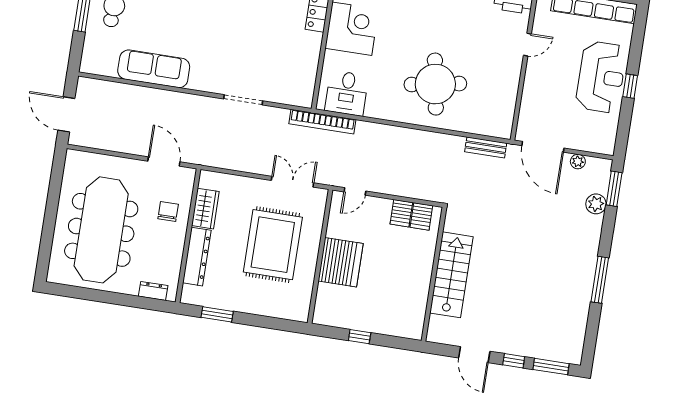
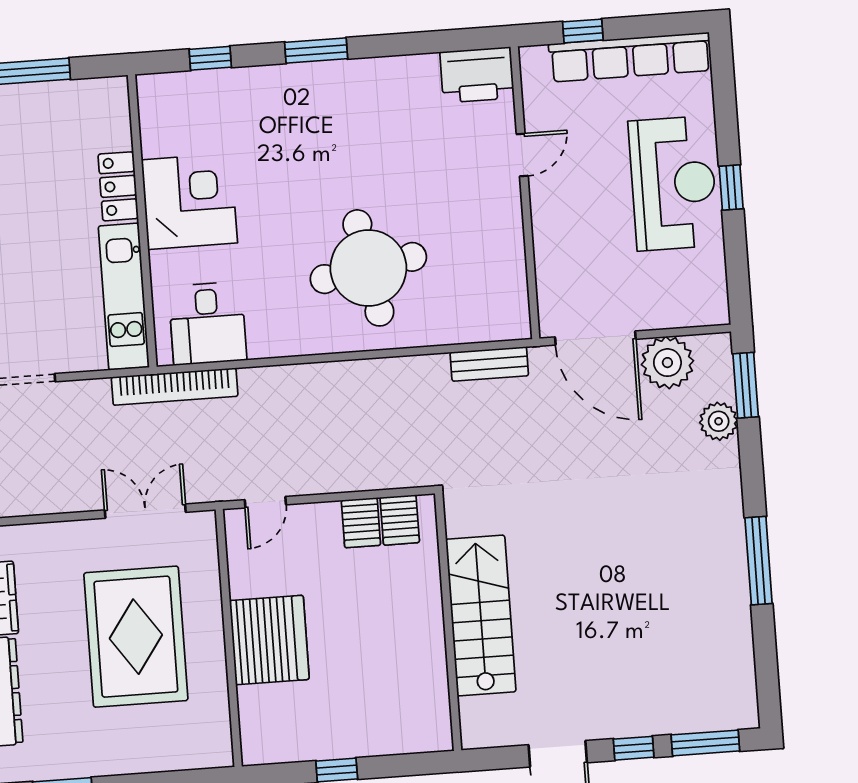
kitchen unit: (307, 70) -> (124, 296), added
plant: (578, 162) -> (667, 363), width x1.87, depth x1.87

